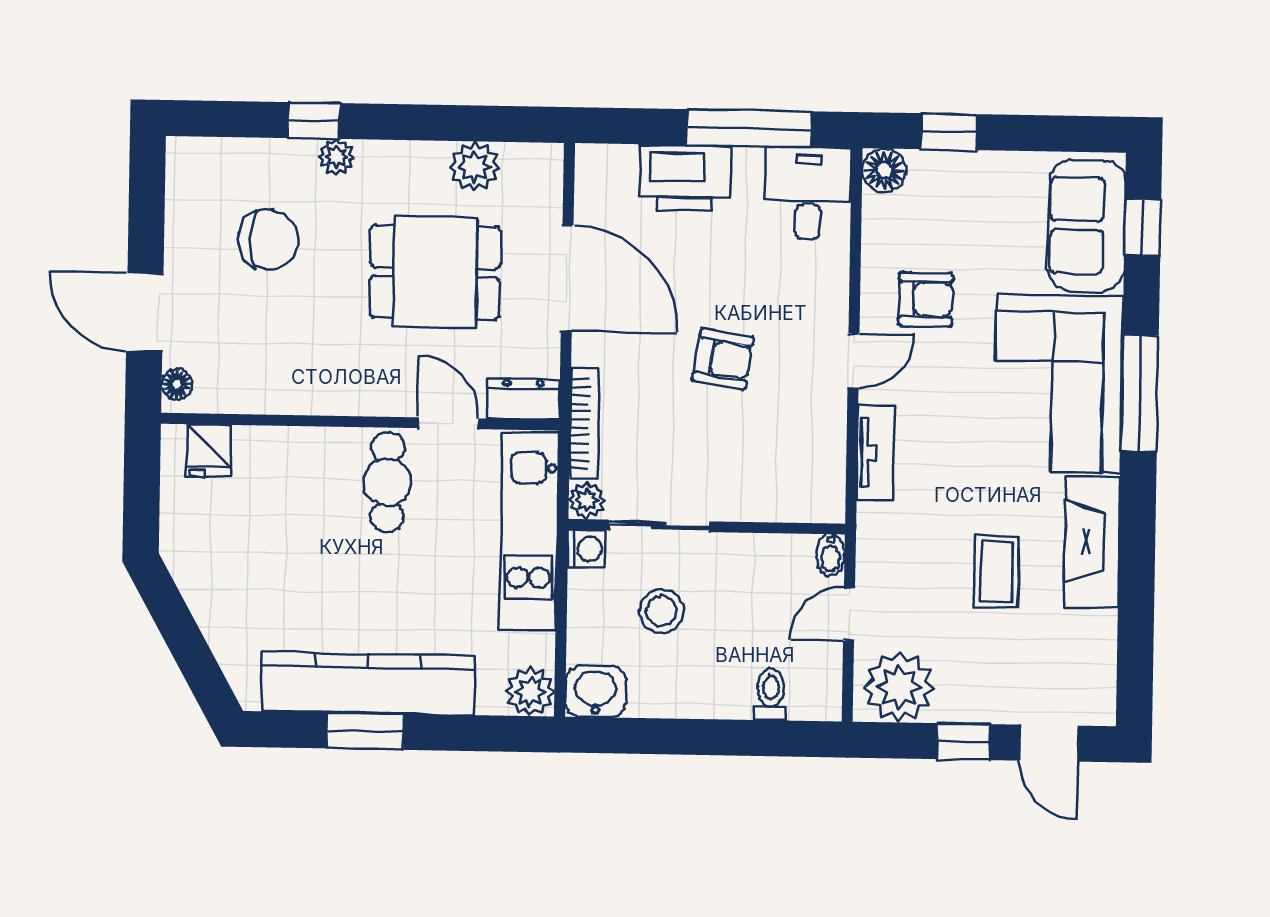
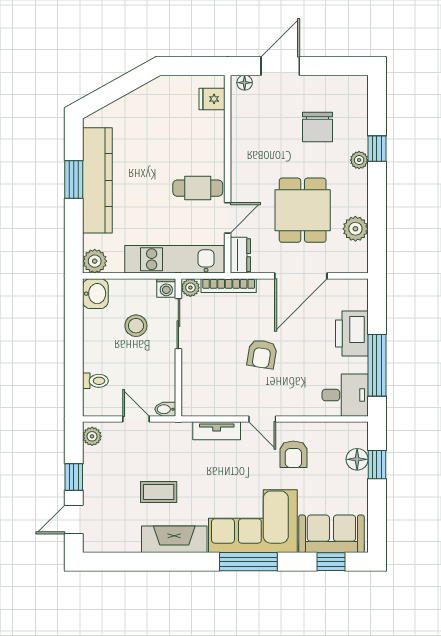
floor lamp: (884, 170) -> (357, 459), moved
plant: (899, 687) -> (92, 436), width x0.53, depth x0.53

